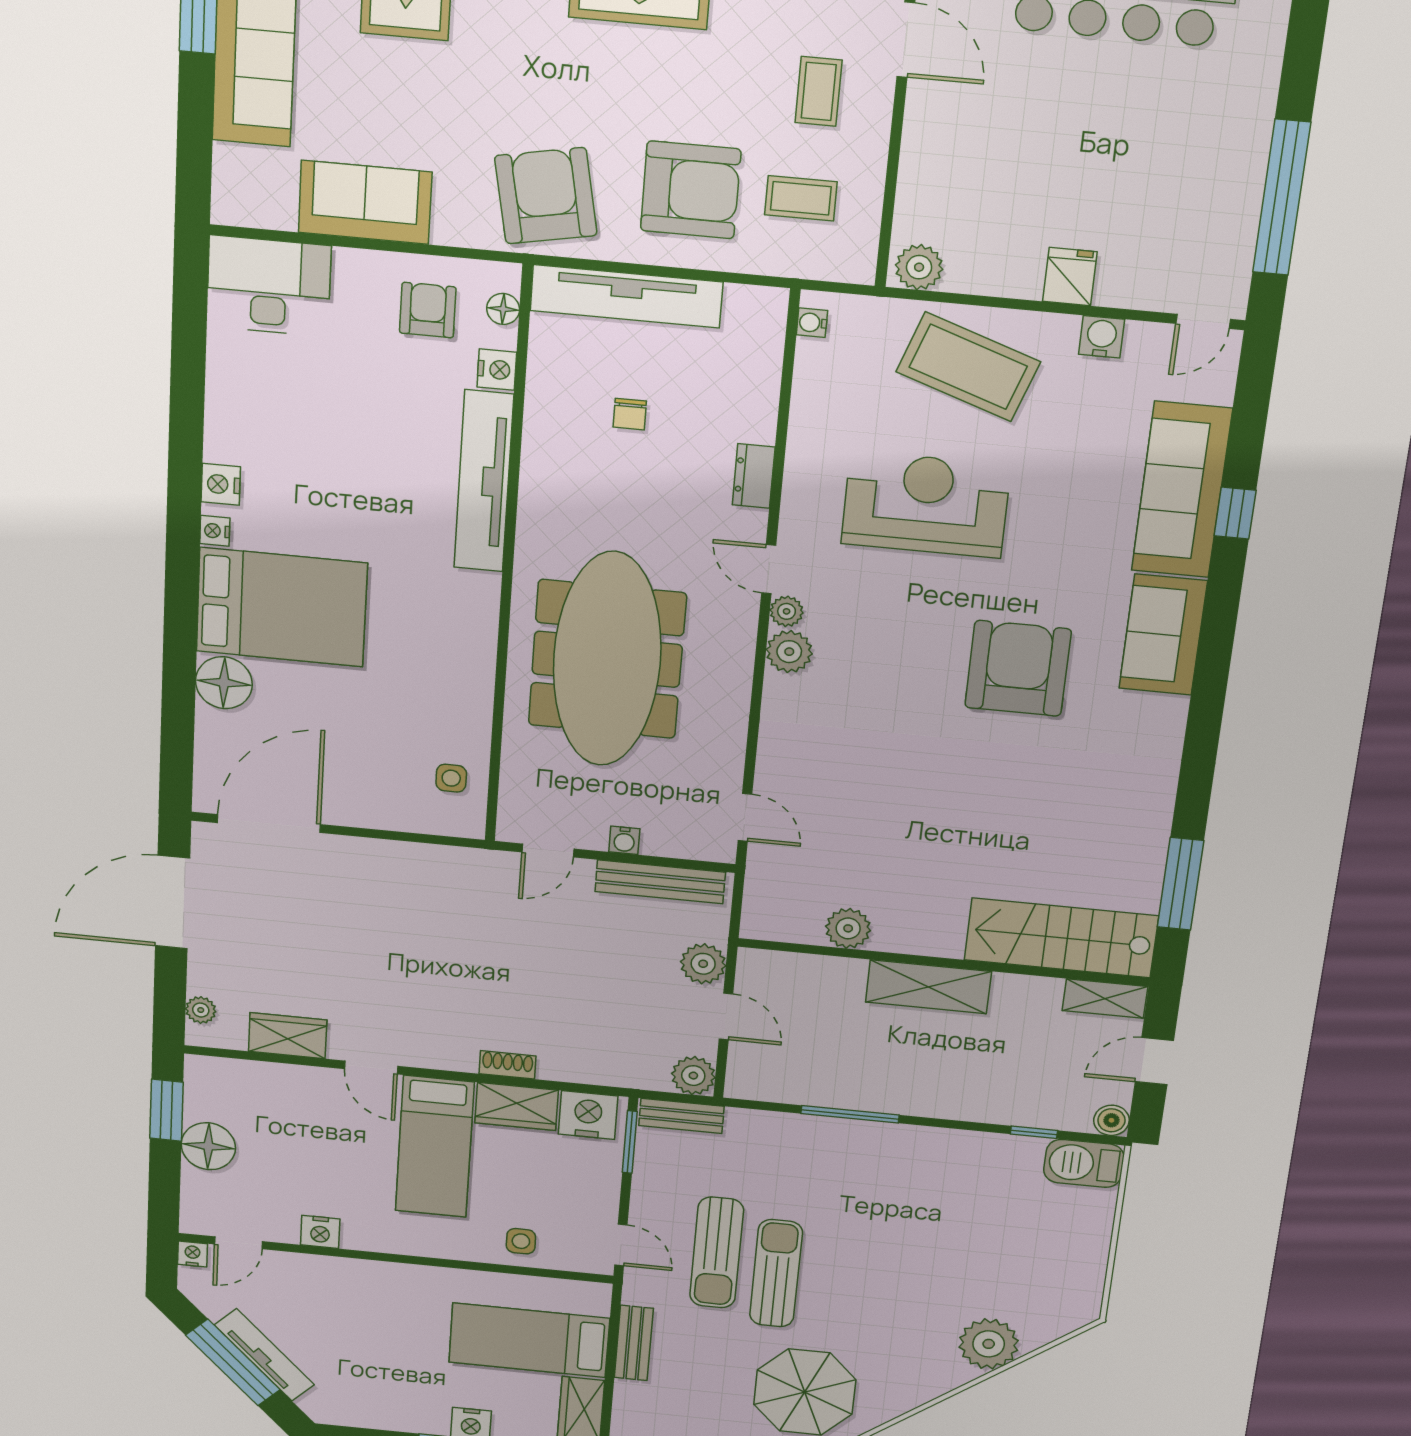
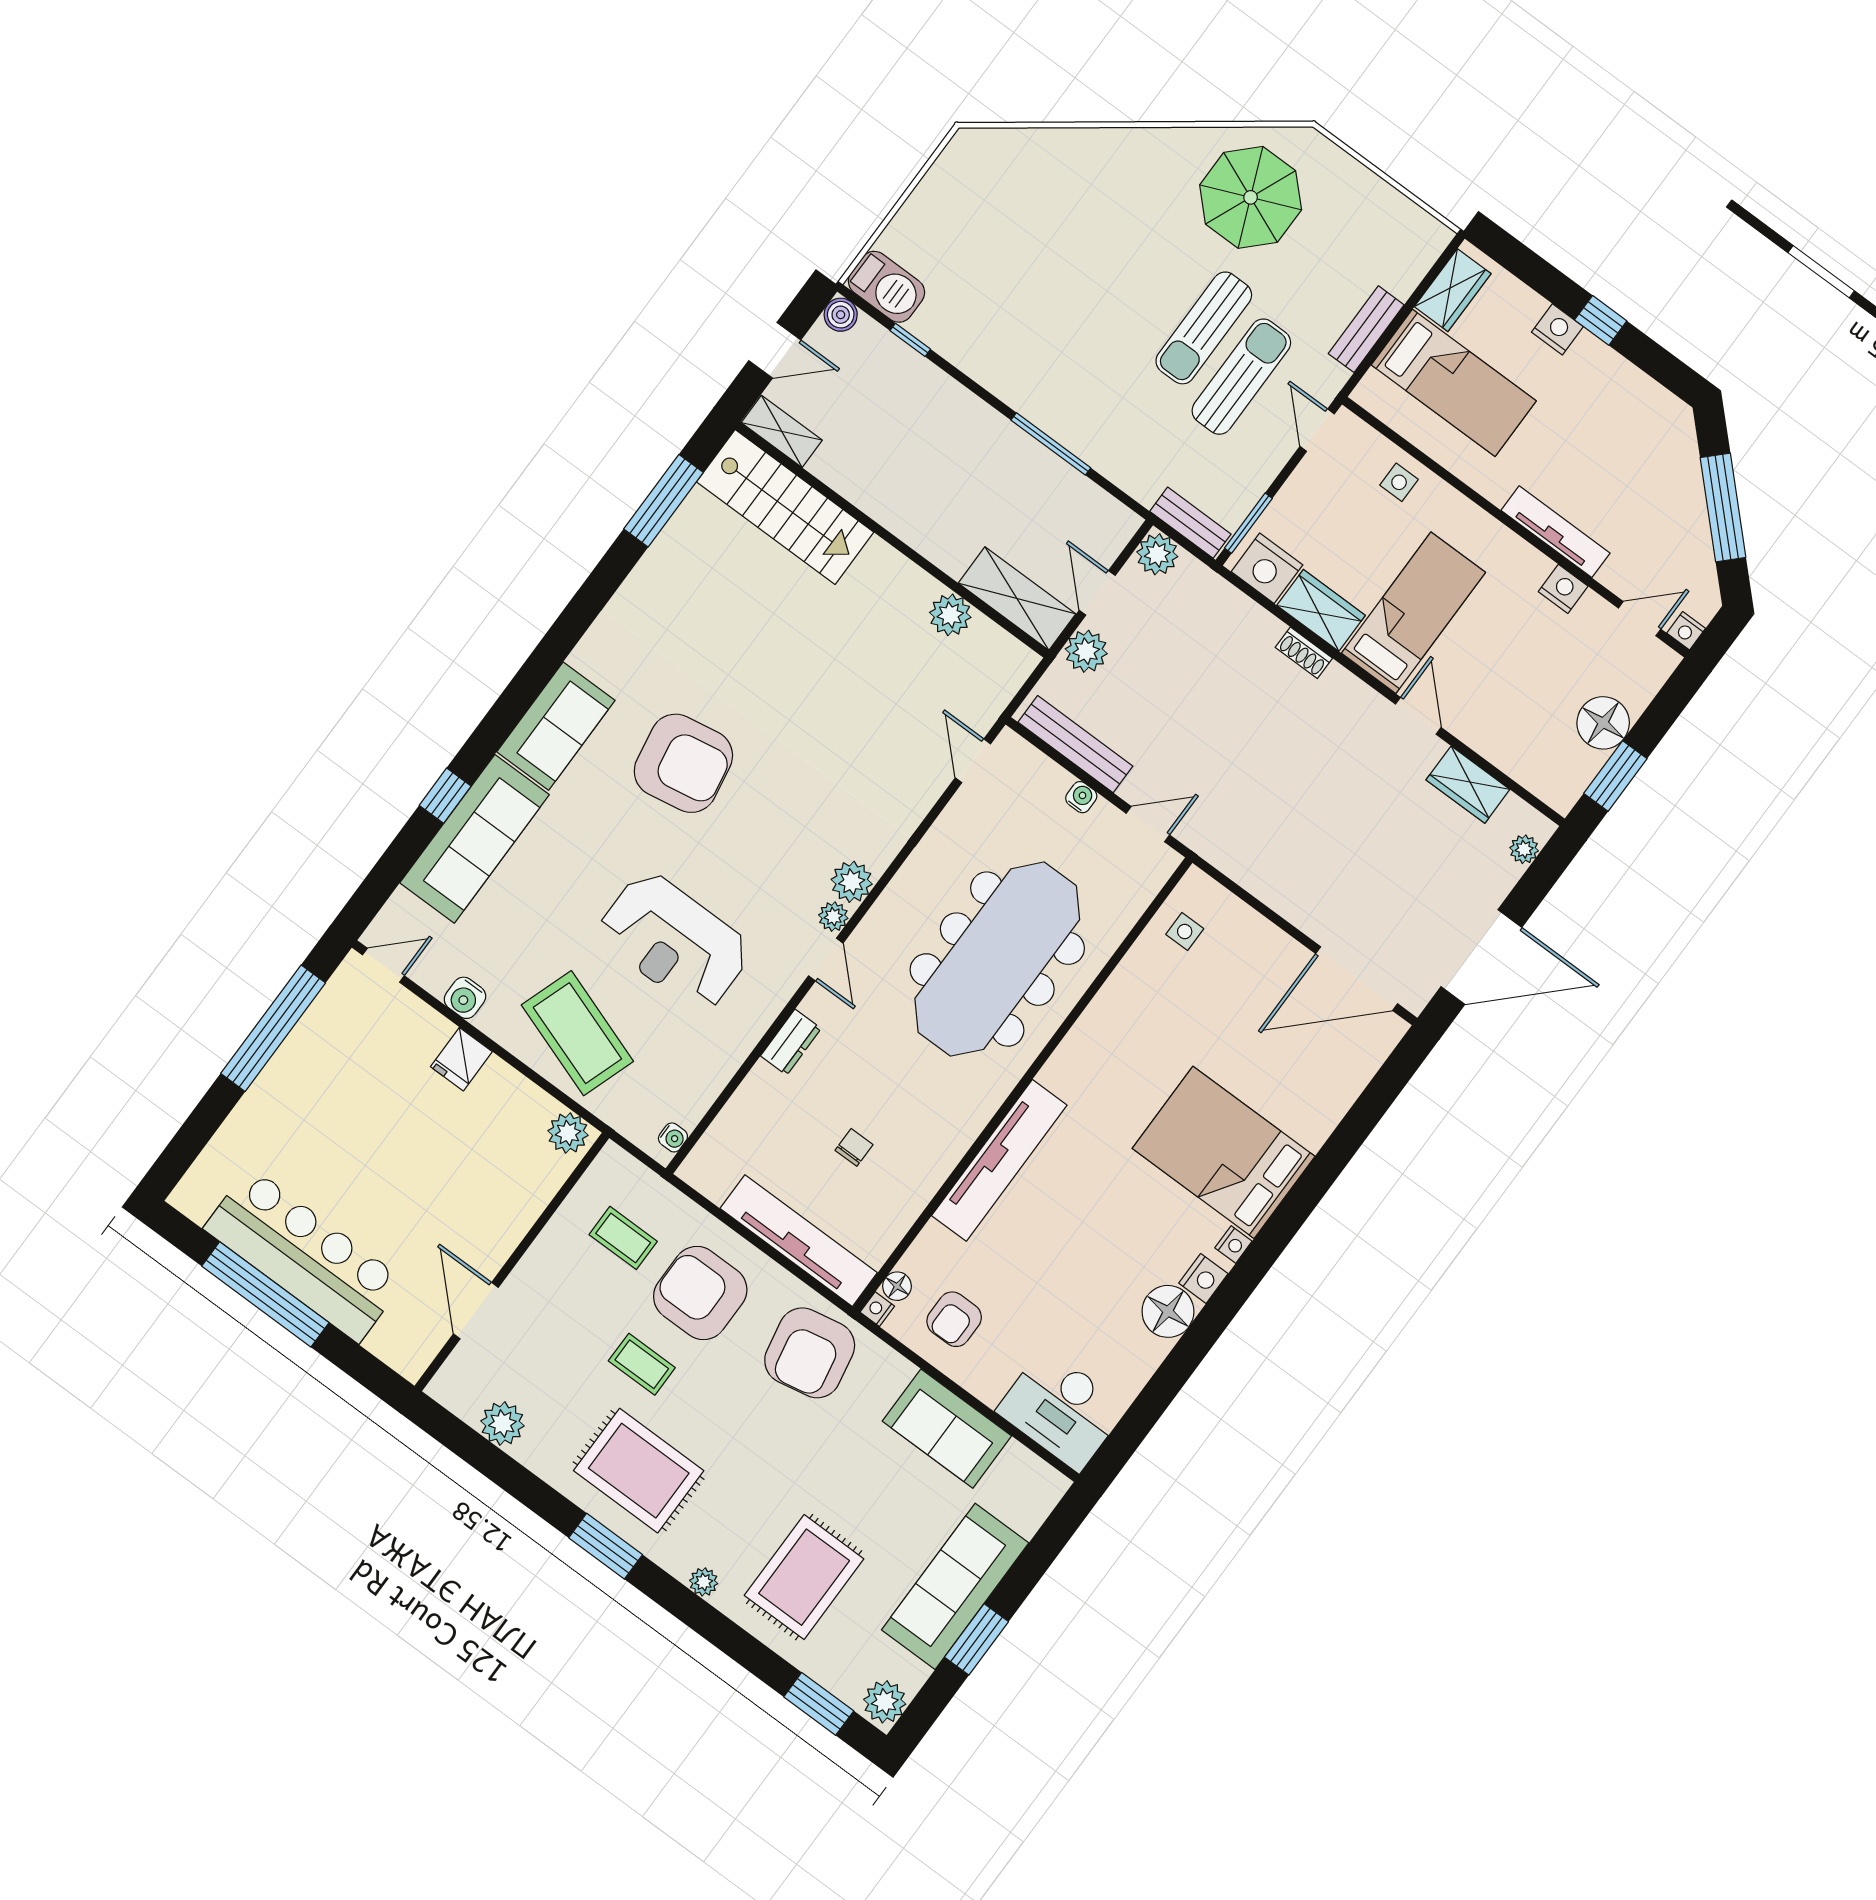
coffee table: (819, 91) -> (642, 1364), moved, turned 90
nightstand: (497, 370) -> (877, 1309), moved, width x0.72, depth x0.74
armchair: (1018, 668) -> (683, 763), turned -100
floor lamp: (224, 683) -> (1168, 1311), moved
shelving: (928, 987) -> (1017, 599), moved
plant: (989, 1344) -> (1066, 156), removed
tv unit: (264, 1355) -> (1556, 532), moved, turned 135

